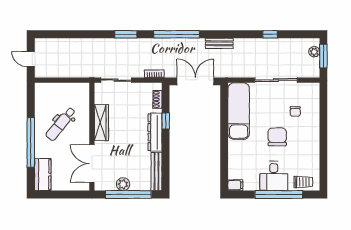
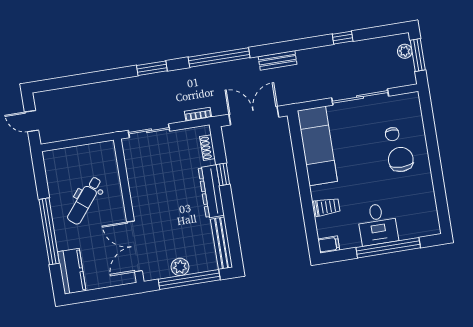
wardrobe: (101, 123) -> (138, 190), removed
chair: (277, 137) -> (401, 159), moved
trolley: (303, 182) -> (327, 207), moved

